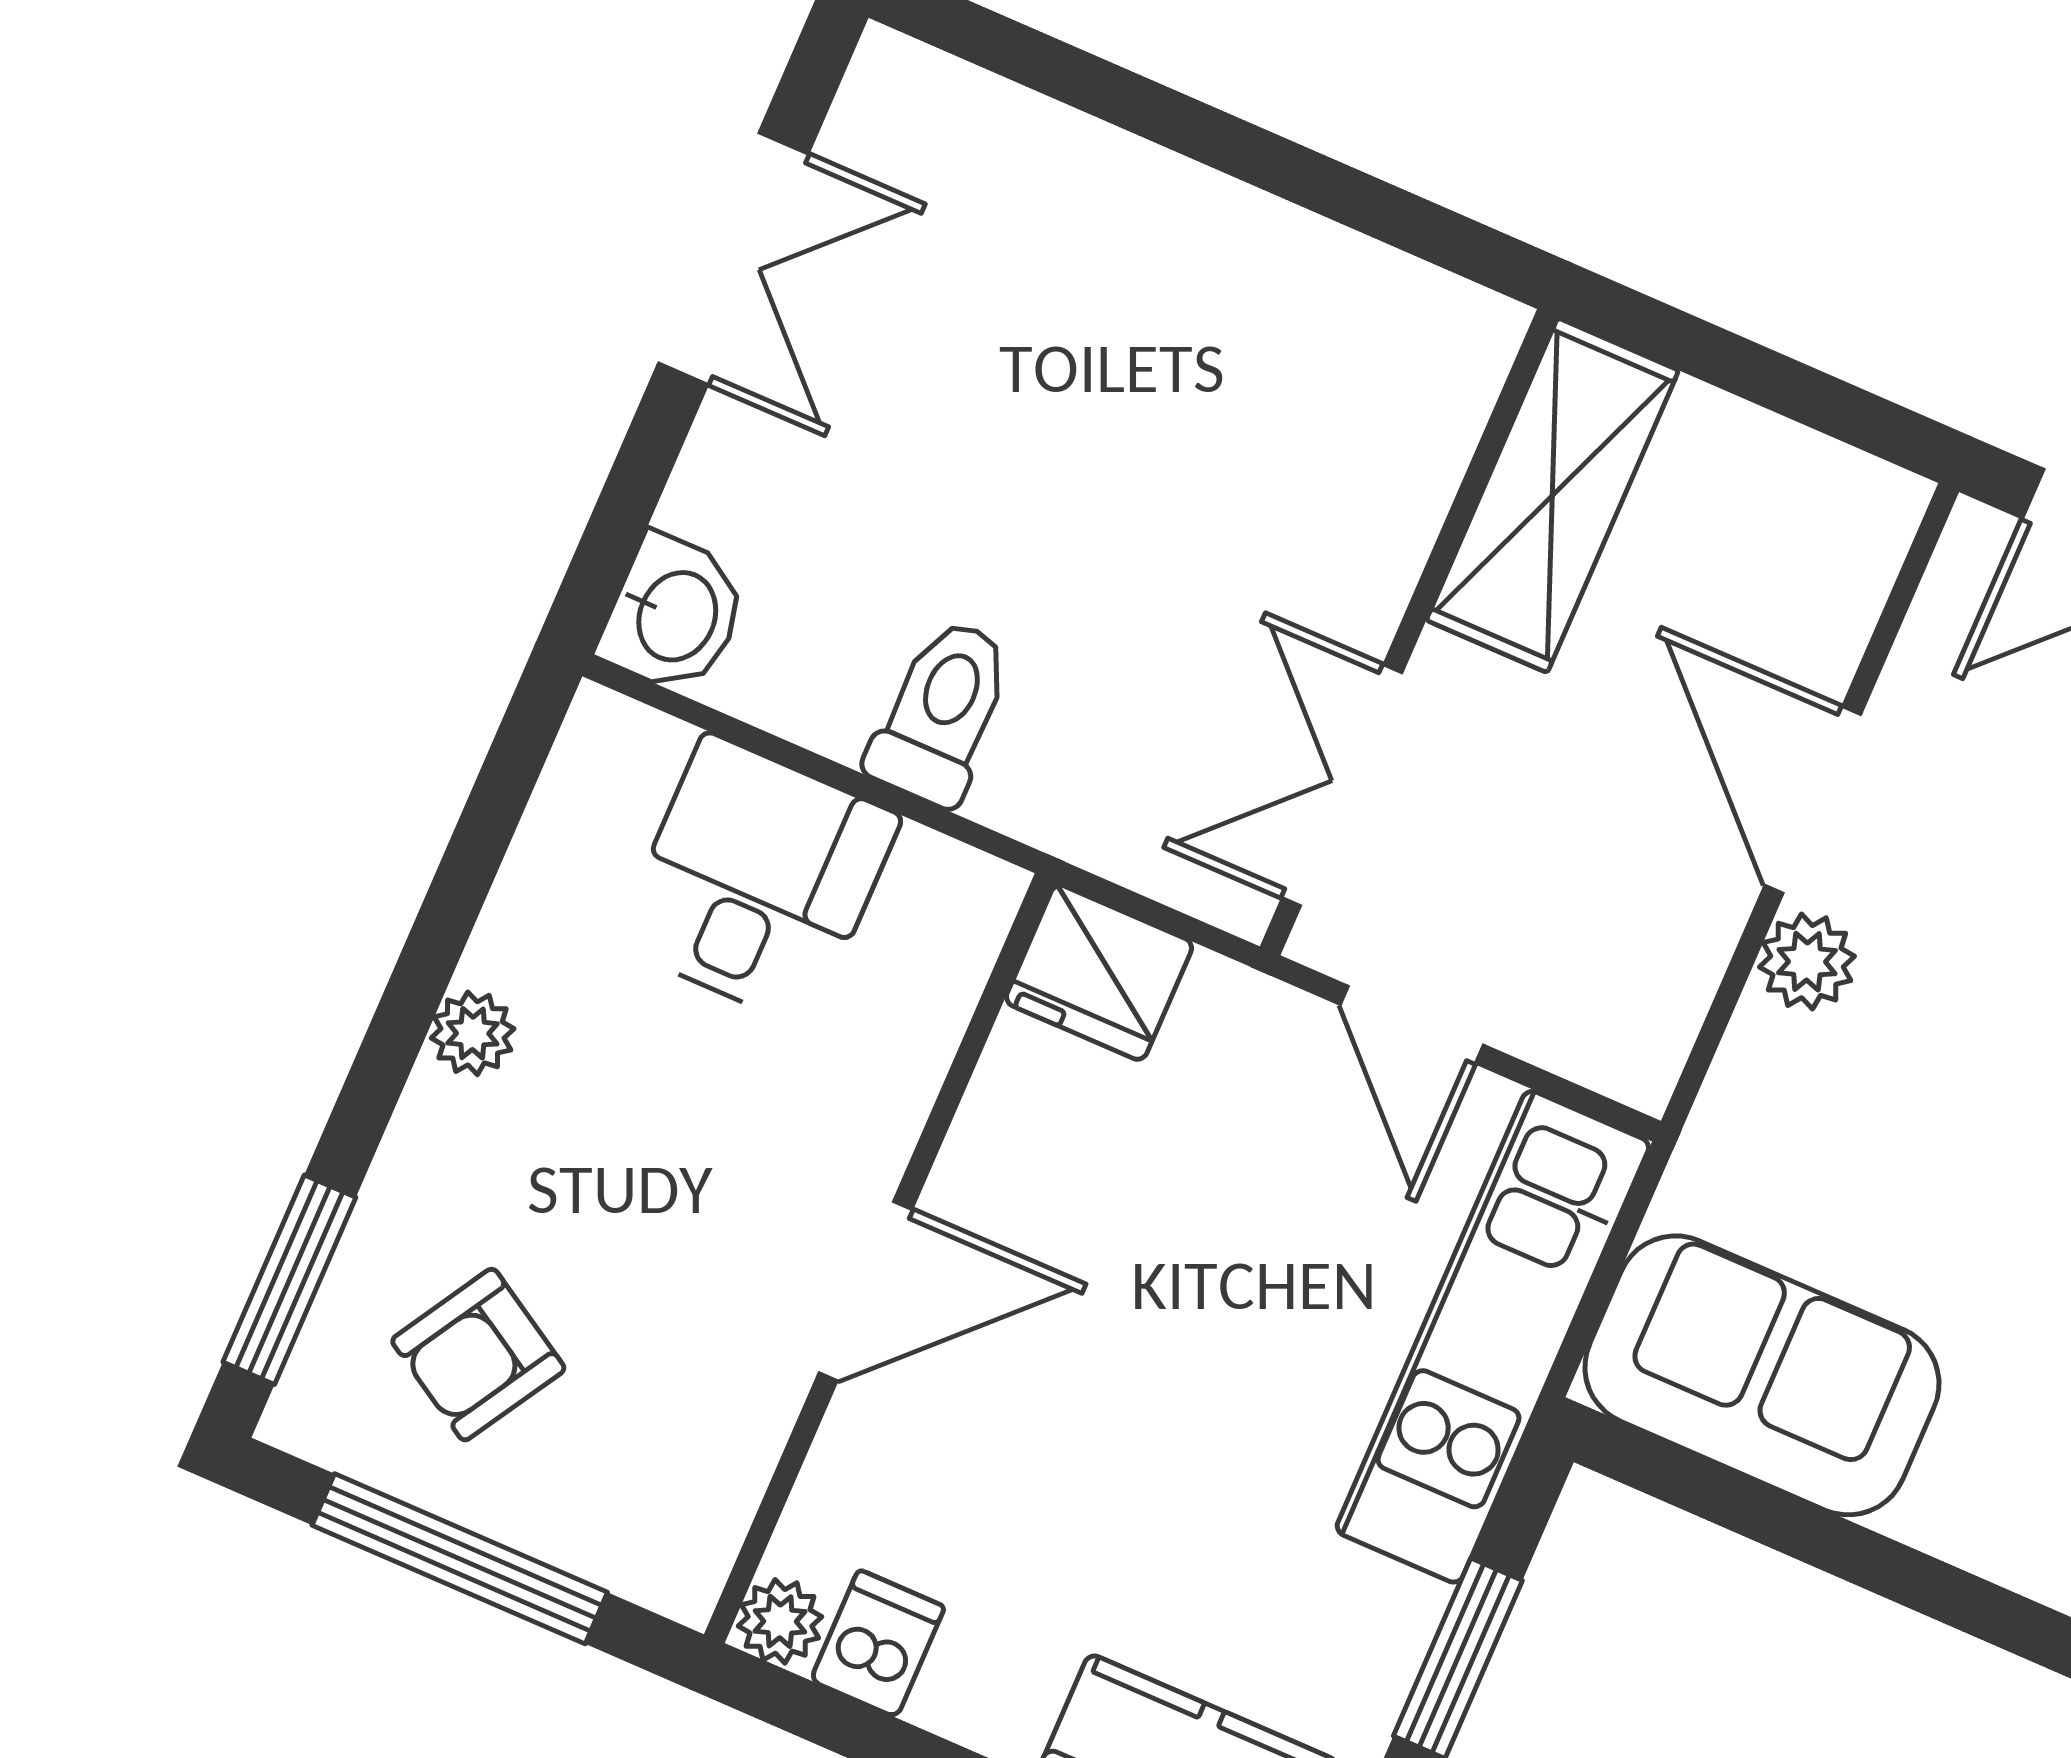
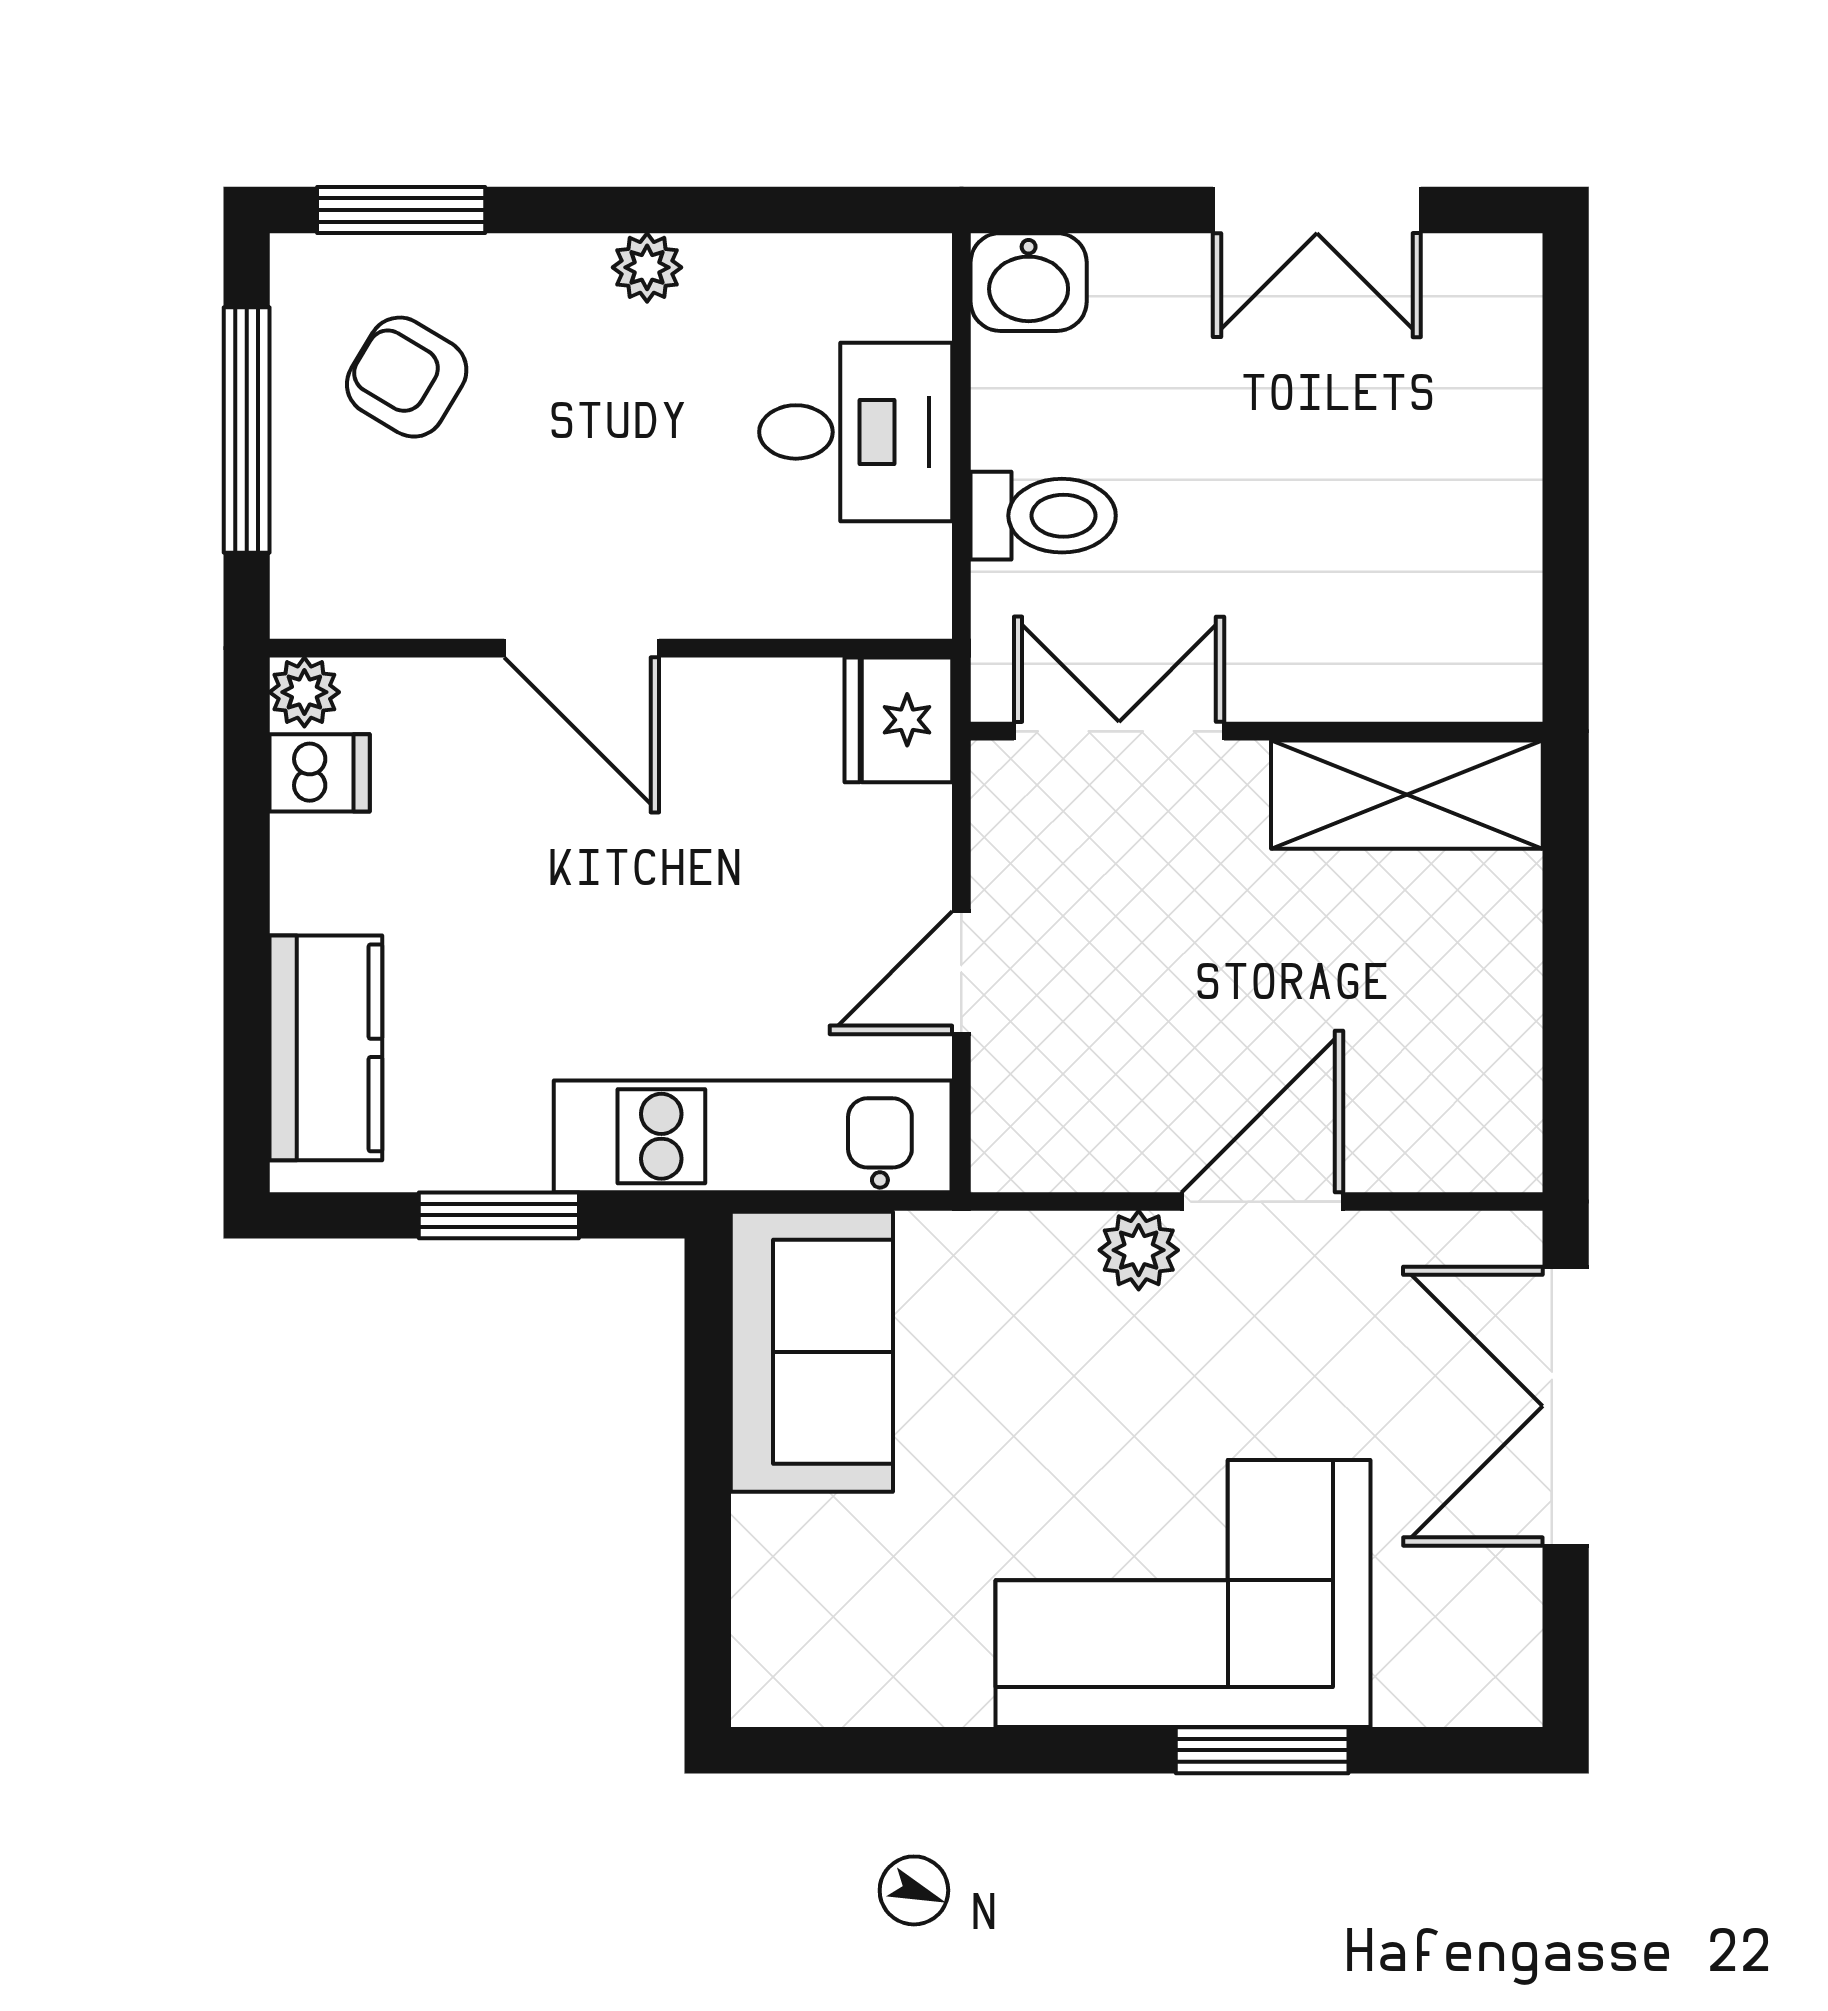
shelving: (1552, 495) -> (1407, 795), moved
wall: (1409, 632) -> (1257, 731), moved
double door: (1342, 785) -> (1119, 731), moved

